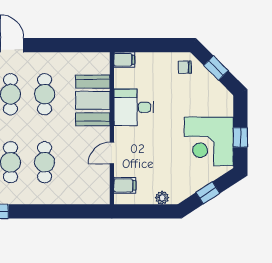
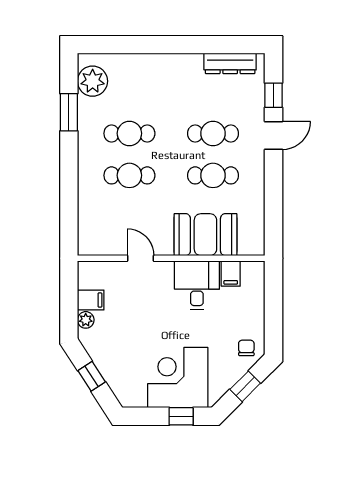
filing cabinet: (124, 60) -> (231, 273), moved
window: (240, 137) -> (181, 416), moved
corner desk: (209, 141) -> (178, 378), moved
filing cabinet: (125, 185) -> (91, 300), moved, turned -90

